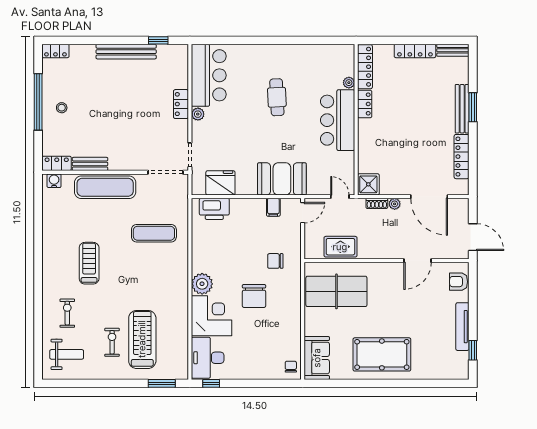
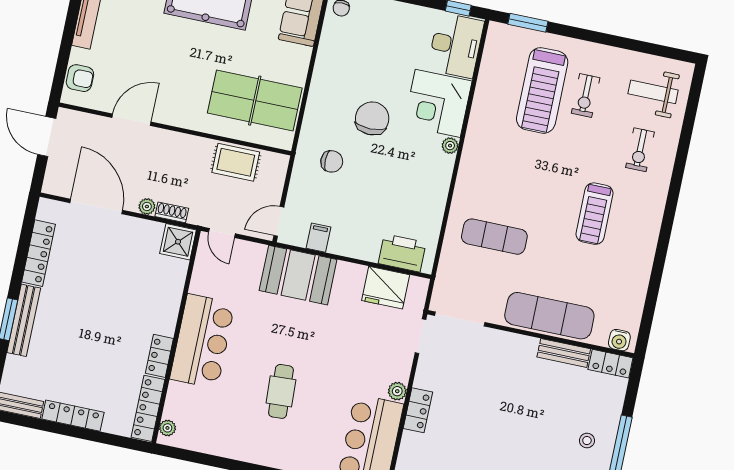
plant: (349, 83) -> (167, 428), moved
plant: (202, 284) -> (450, 146), width x0.53, depth x0.53

